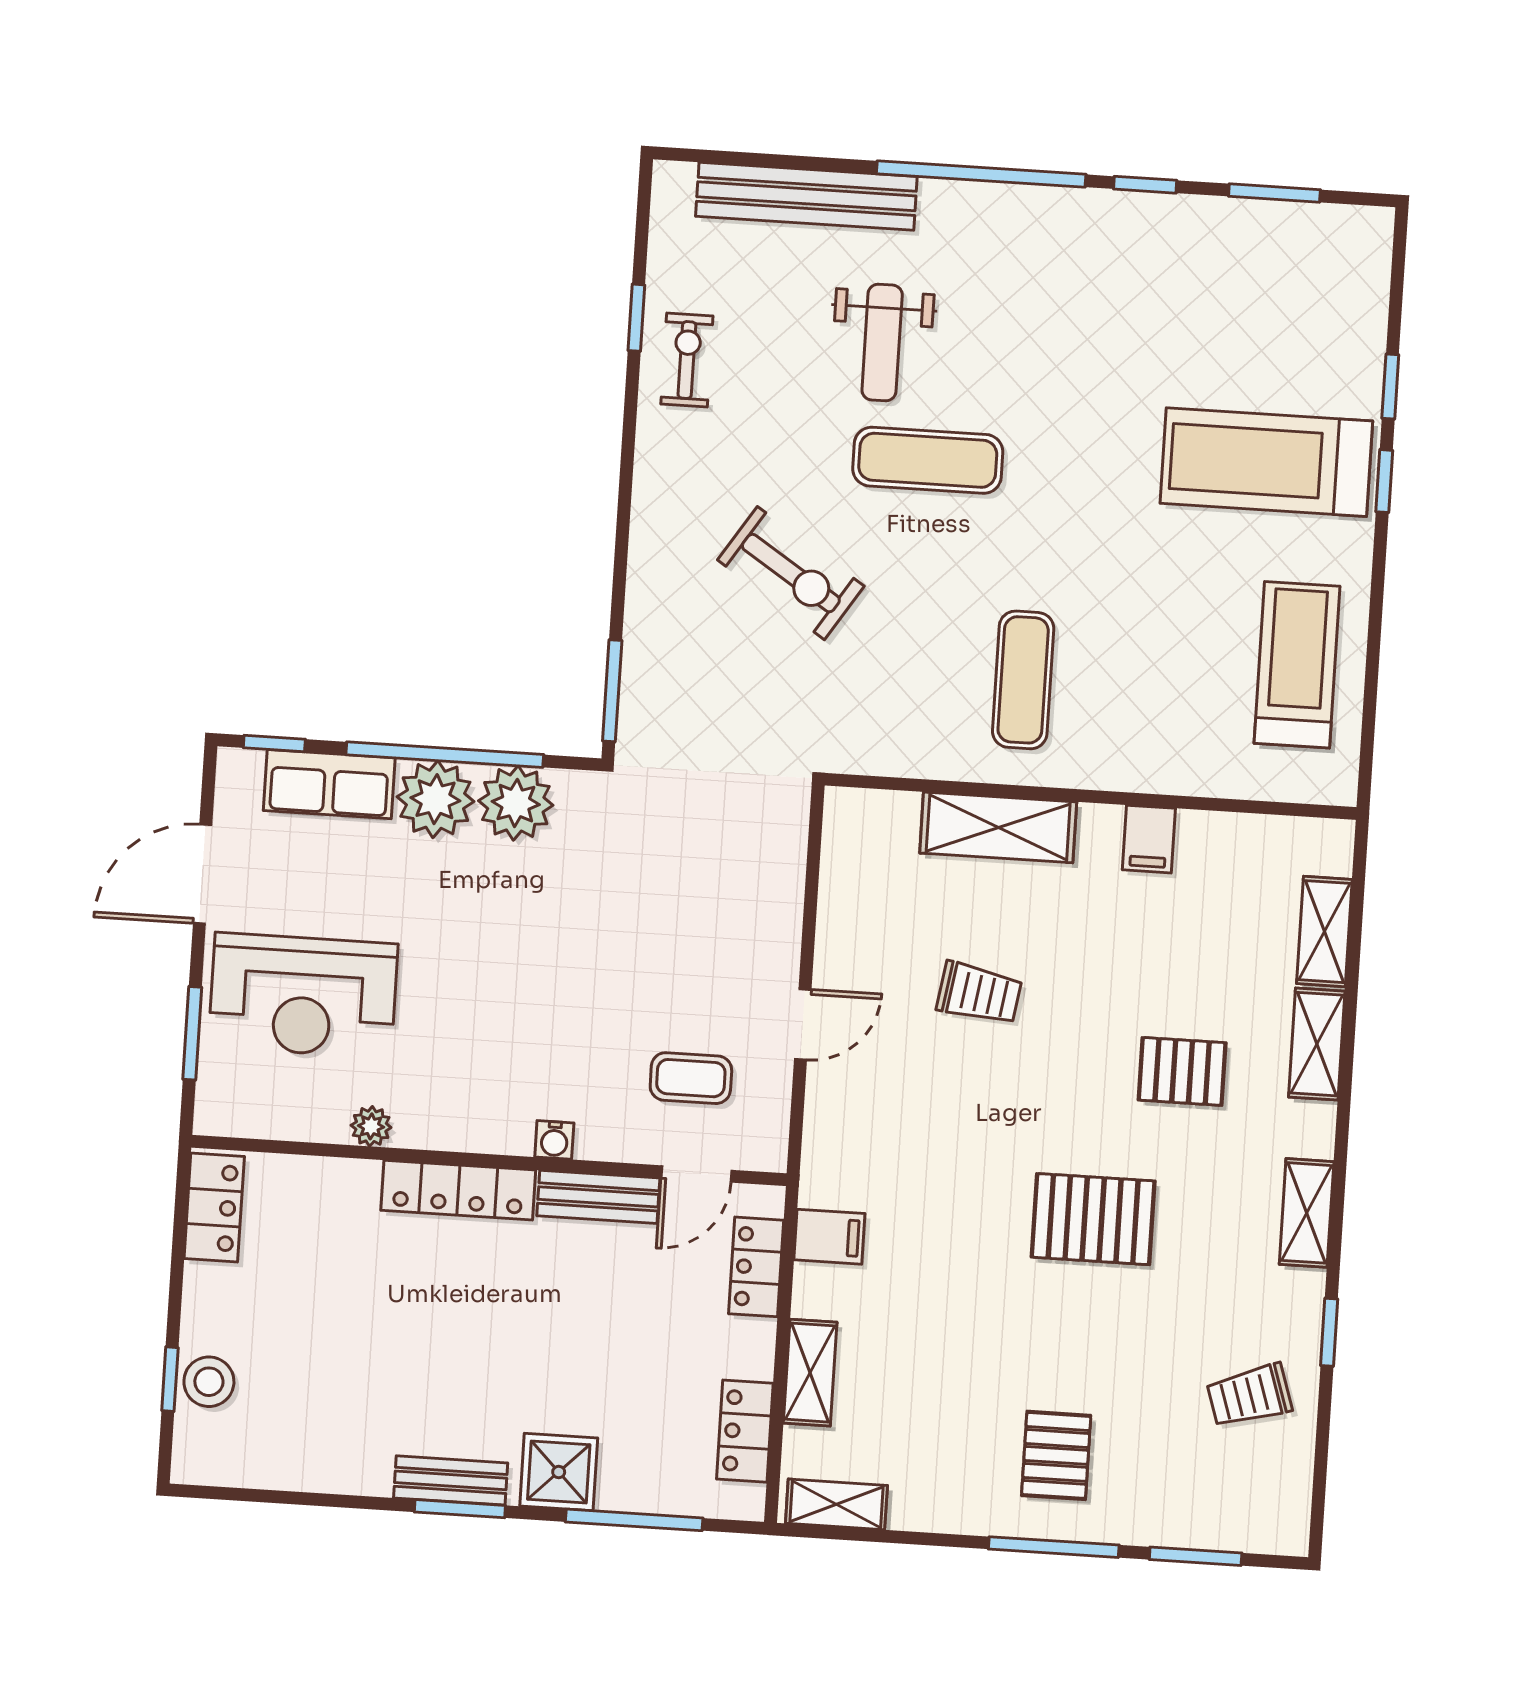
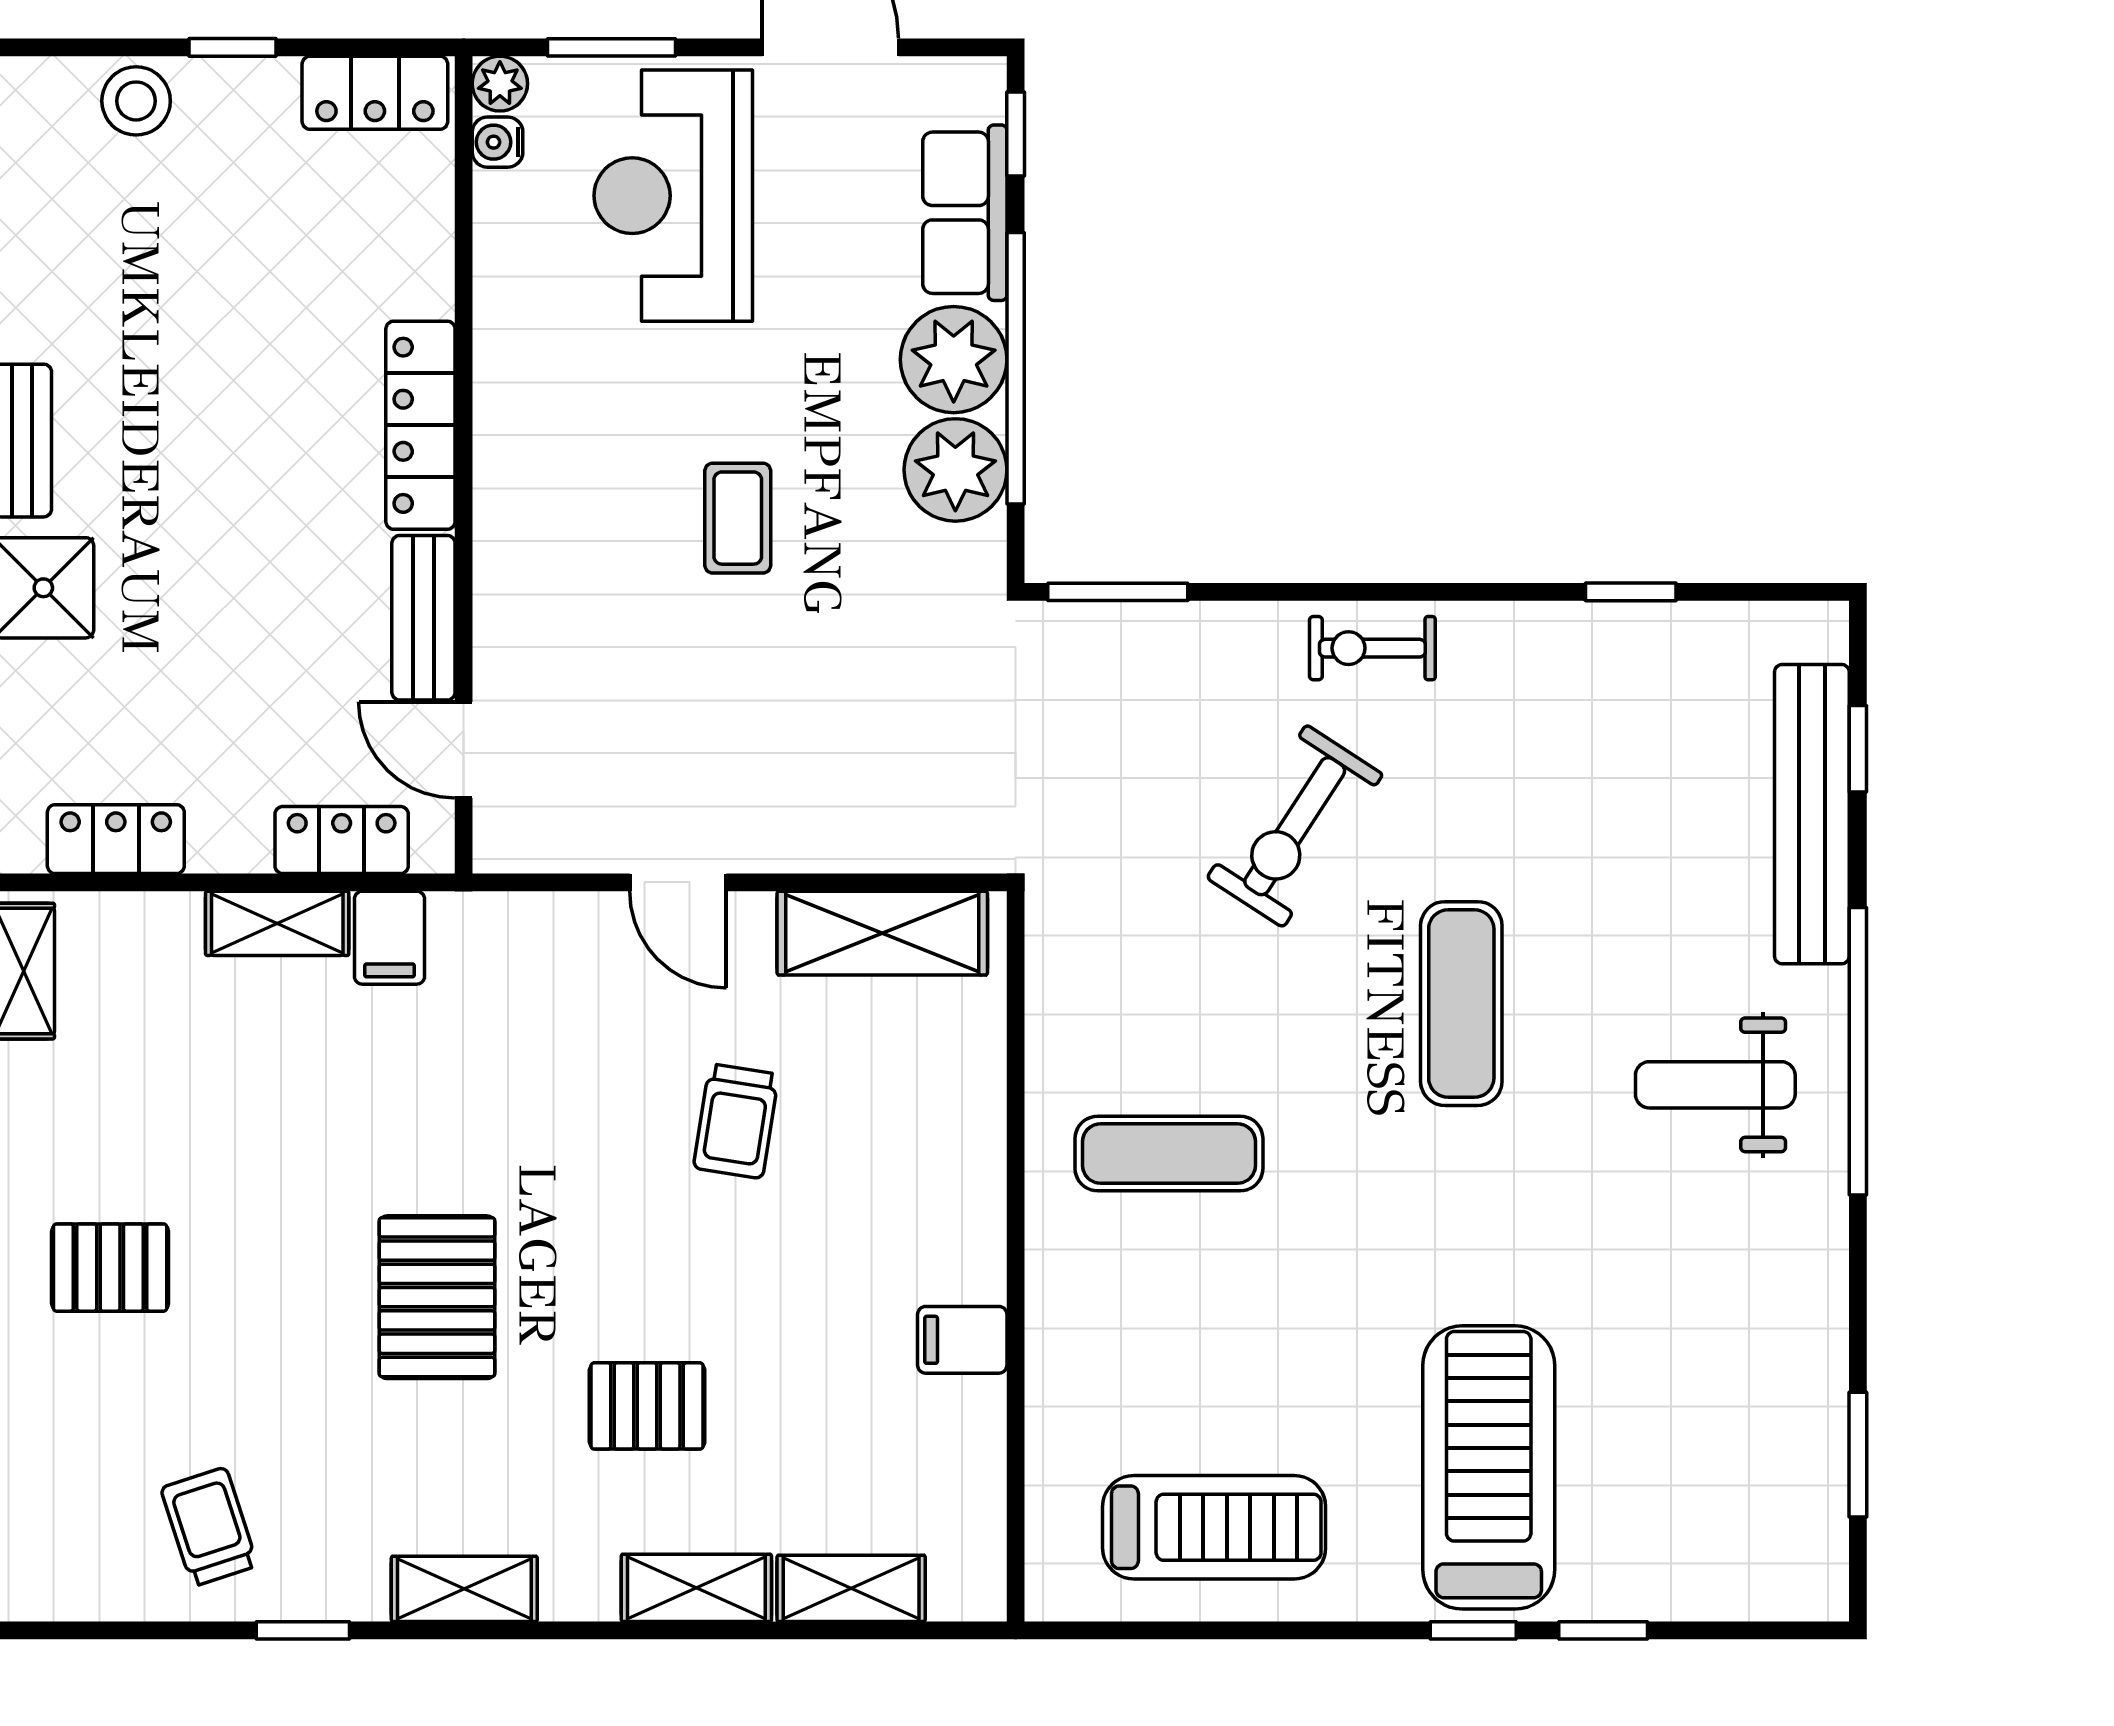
window: (1145, 185) -> (1858, 749), moved
weight bench: (882, 342) -> (1715, 1085), moved
exercise bike: (687, 360) -> (1372, 648), moved, turned 180
shelving: (998, 827) -> (882, 933), moved, turned 90
pallet: (1182, 1071) -> (647, 1406), turned 90
coffee table: (691, 1078) -> (738, 518), moved
plant: (371, 1126) -> (500, 84), moved
water cooler: (554, 1140) -> (498, 142), moved
shelving: (810, 1373) -> (277, 923), moved
window: (170, 1379) -> (233, 47), moved

